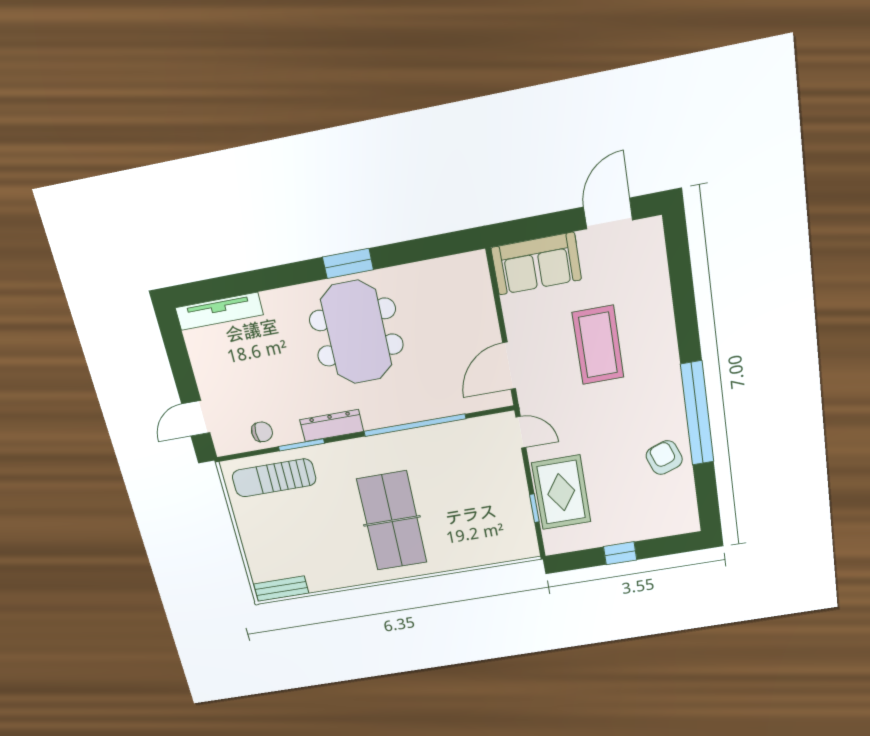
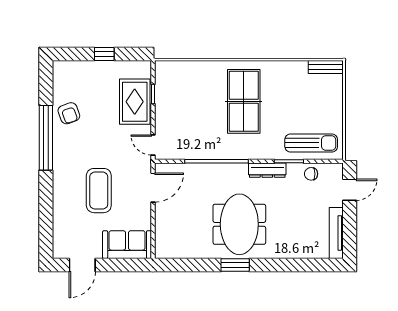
tv unit: (219, 311) -> (336, 233), moved, turned -90

